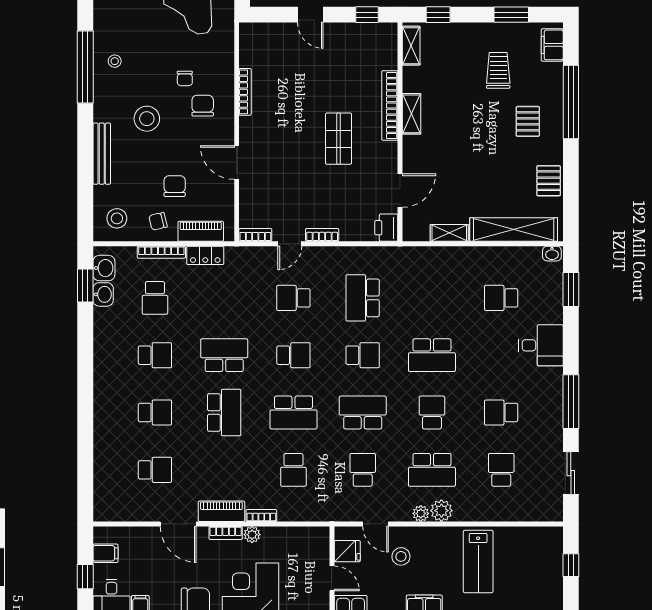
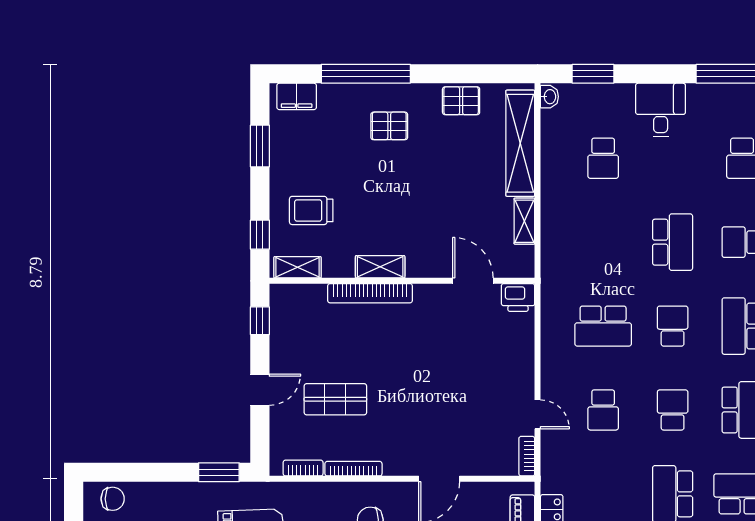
trolley: (498, 70) -> (311, 210), moved
shop shelf: (339, 139) -> (335, 399), moved
bookcase: (322, 235) -> (303, 468), moved, turned 90

